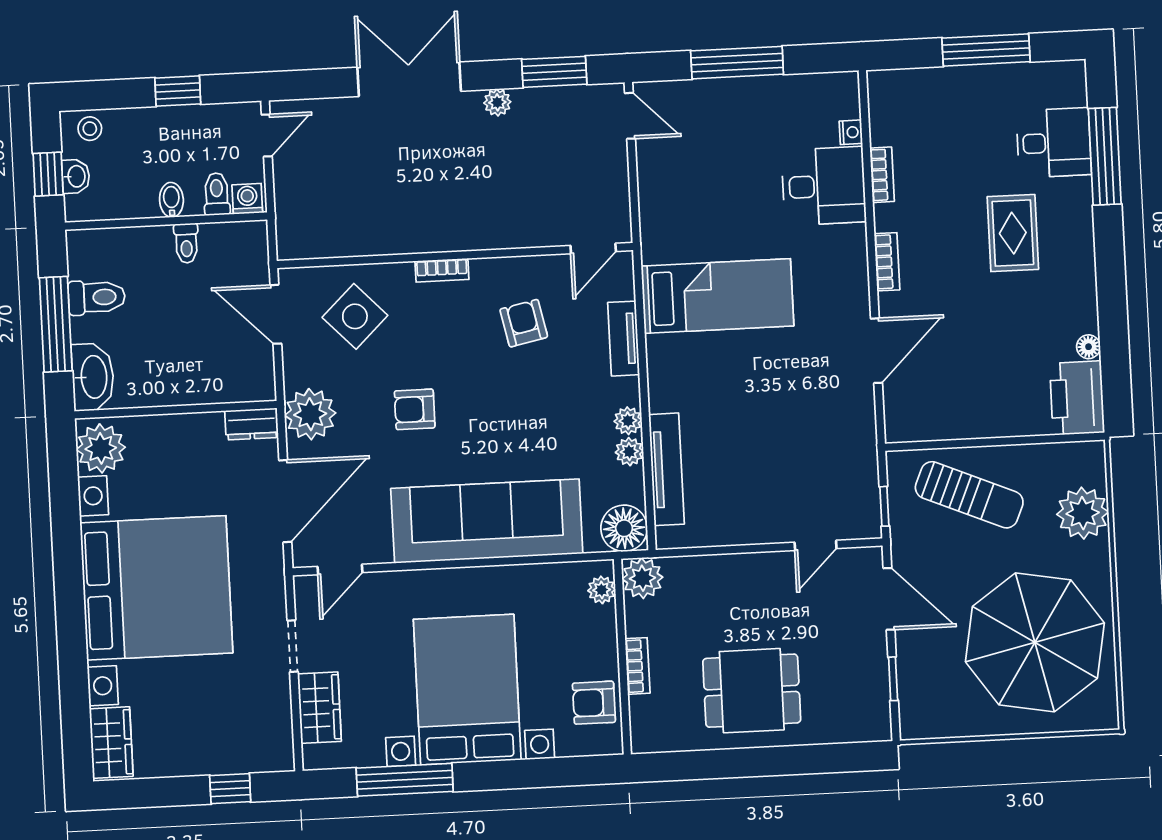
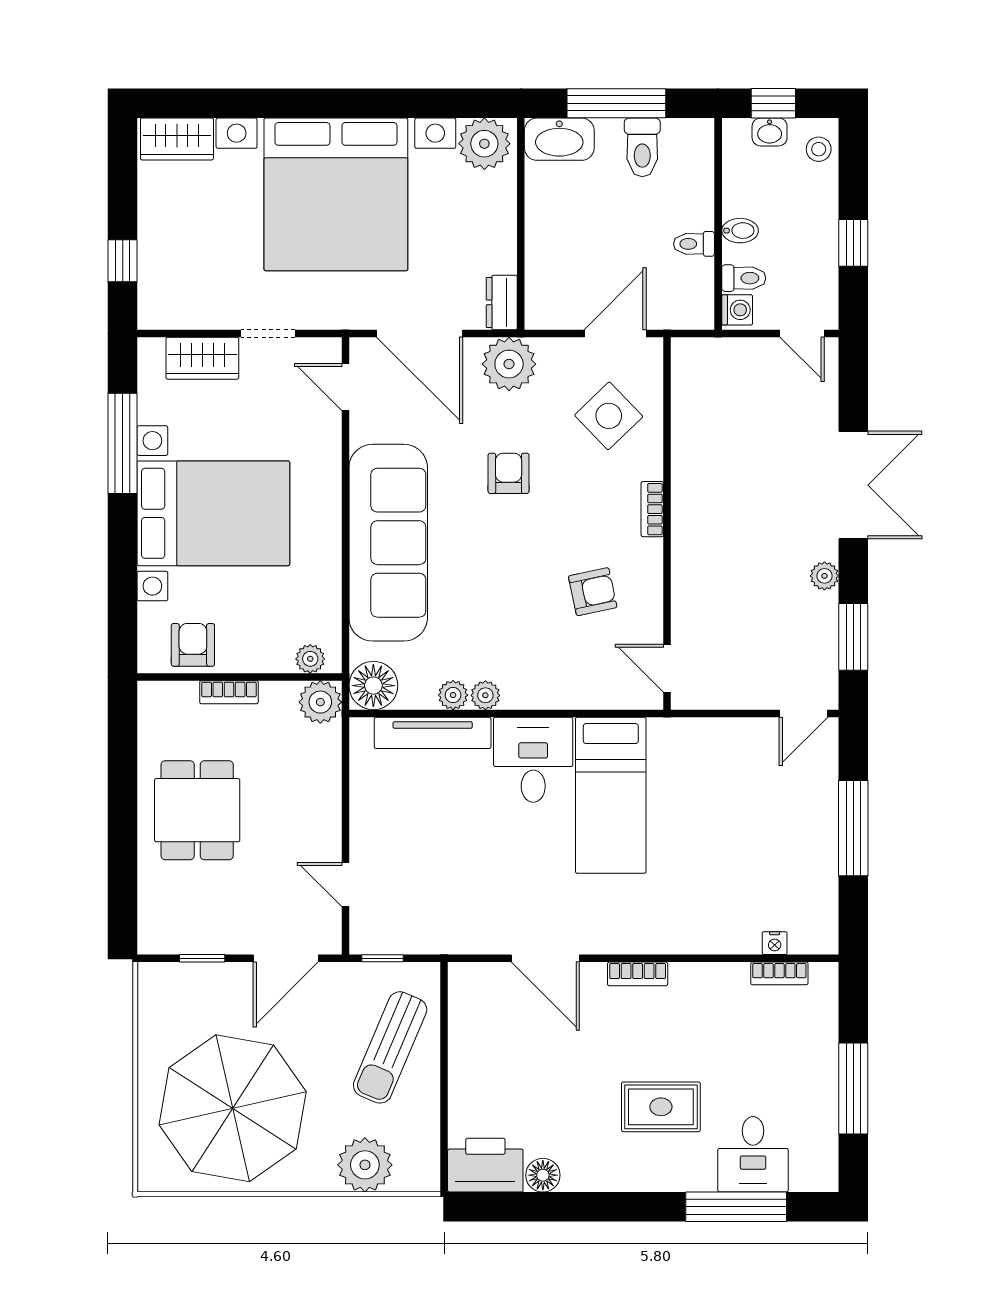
bookcase: (882, 175) -> (779, 973), moved
desk: (824, 186) -> (533, 760), moved, turned 180
tv unit: (624, 339) -> (571, 695), removed
floor lamp: (1089, 347) -> (543, 1175), width x1.37, depth x1.37

